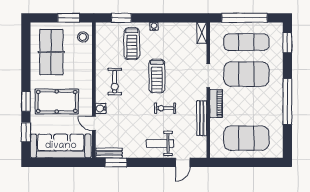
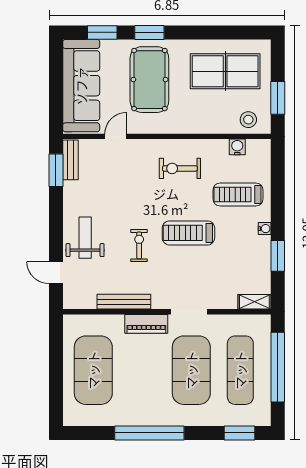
window: (121, 18) -> (278, 256), moved
water cooler: (101, 108) -> (237, 147), moved

